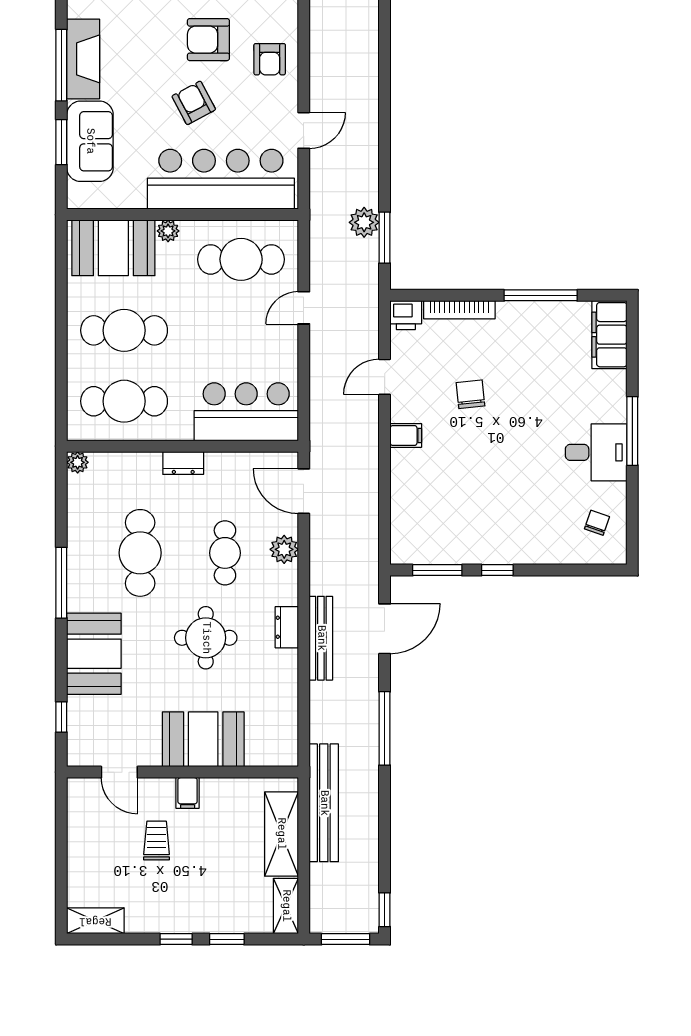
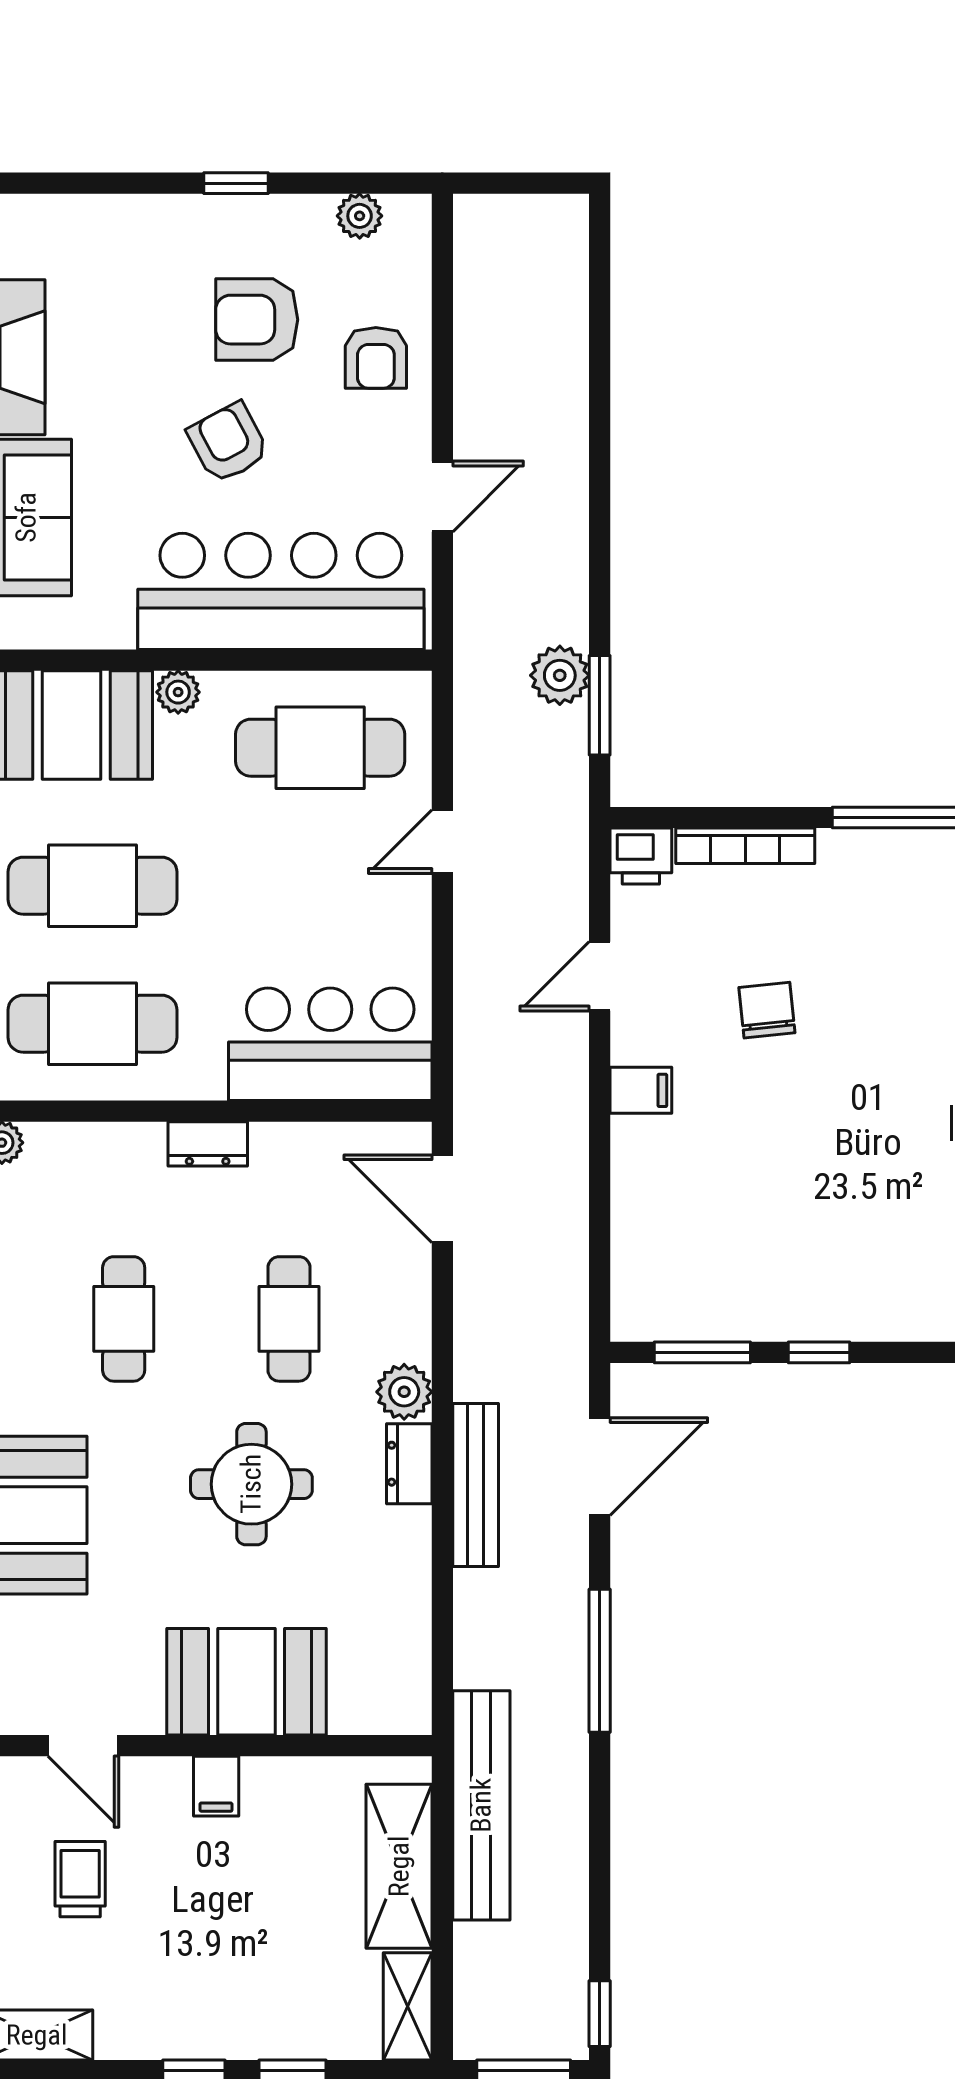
plant: (284, 549) -> (404, 1392), moved
cafe table: (140, 553) -> (124, 1319), width x0.73, depth x0.74
trolley: (157, 841) -> (80, 1879), moved

